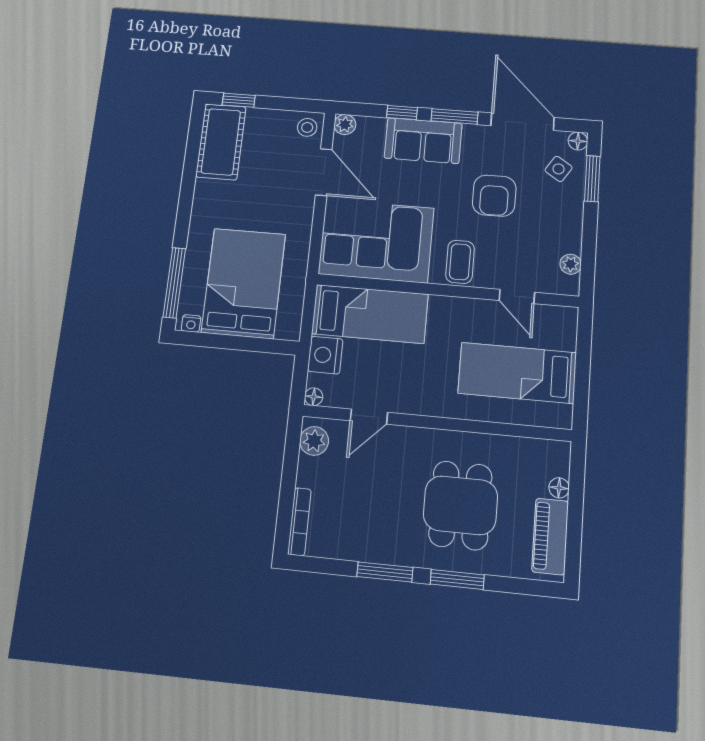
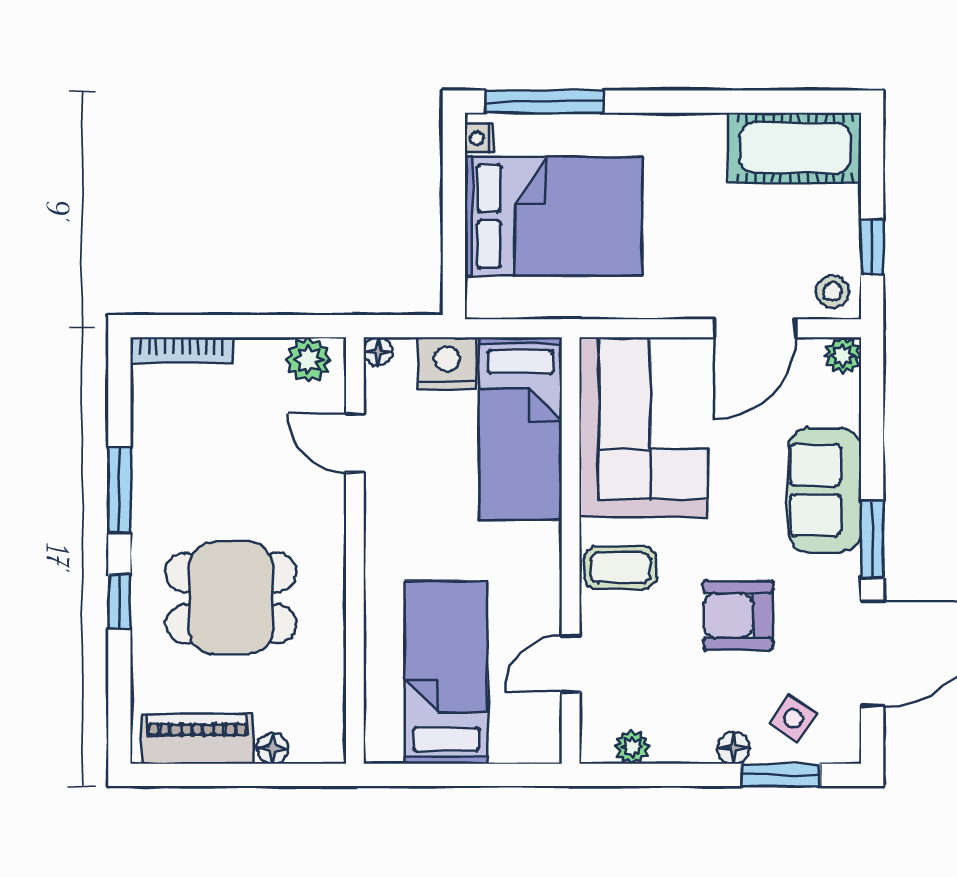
window: (239, 100) -> (872, 247), moved
window: (402, 113) -> (872, 450), removed
floor lamp: (578, 141) -> (733, 748), moved
window: (457, 579) -> (119, 601), width x0.67

